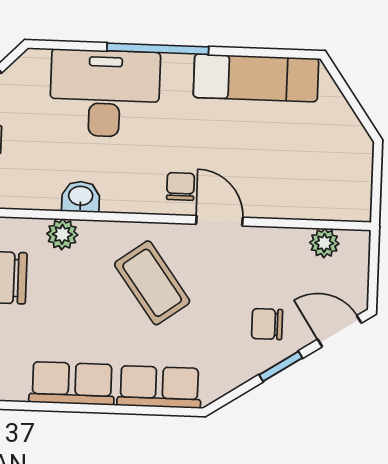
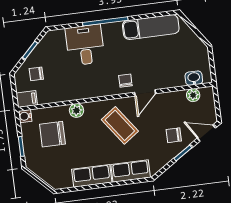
desk: (105, 93) -> (85, 45), width x0.73
washbasin: (81, 197) -> (194, 78), moved
door: (219, 221) -> (145, 93), swing flipped

